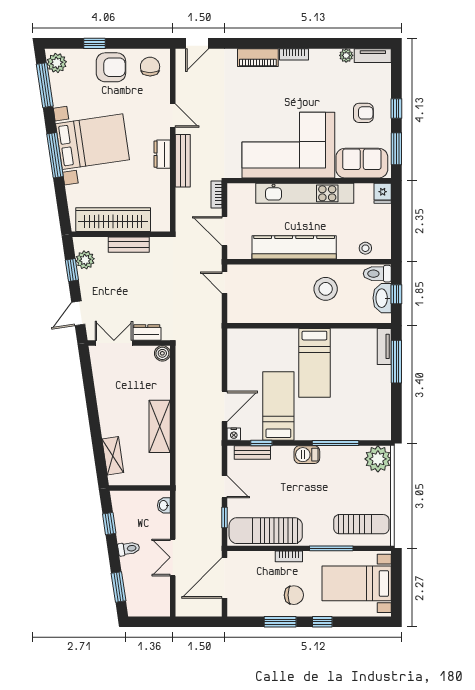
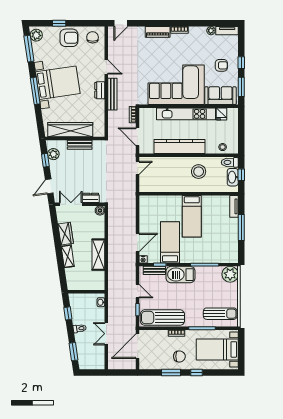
fridge: (383, 193) -> (221, 114), moved
door: (225, 283) -> (138, 168), swing flipped
window: (396, 362) -> (241, 228), moved
wardrobe: (105, 392) -> (66, 234), added
barbecue: (307, 455) -> (180, 275), width x1.88, depth x1.53
shelving: (113, 456) -> (68, 256), moved

